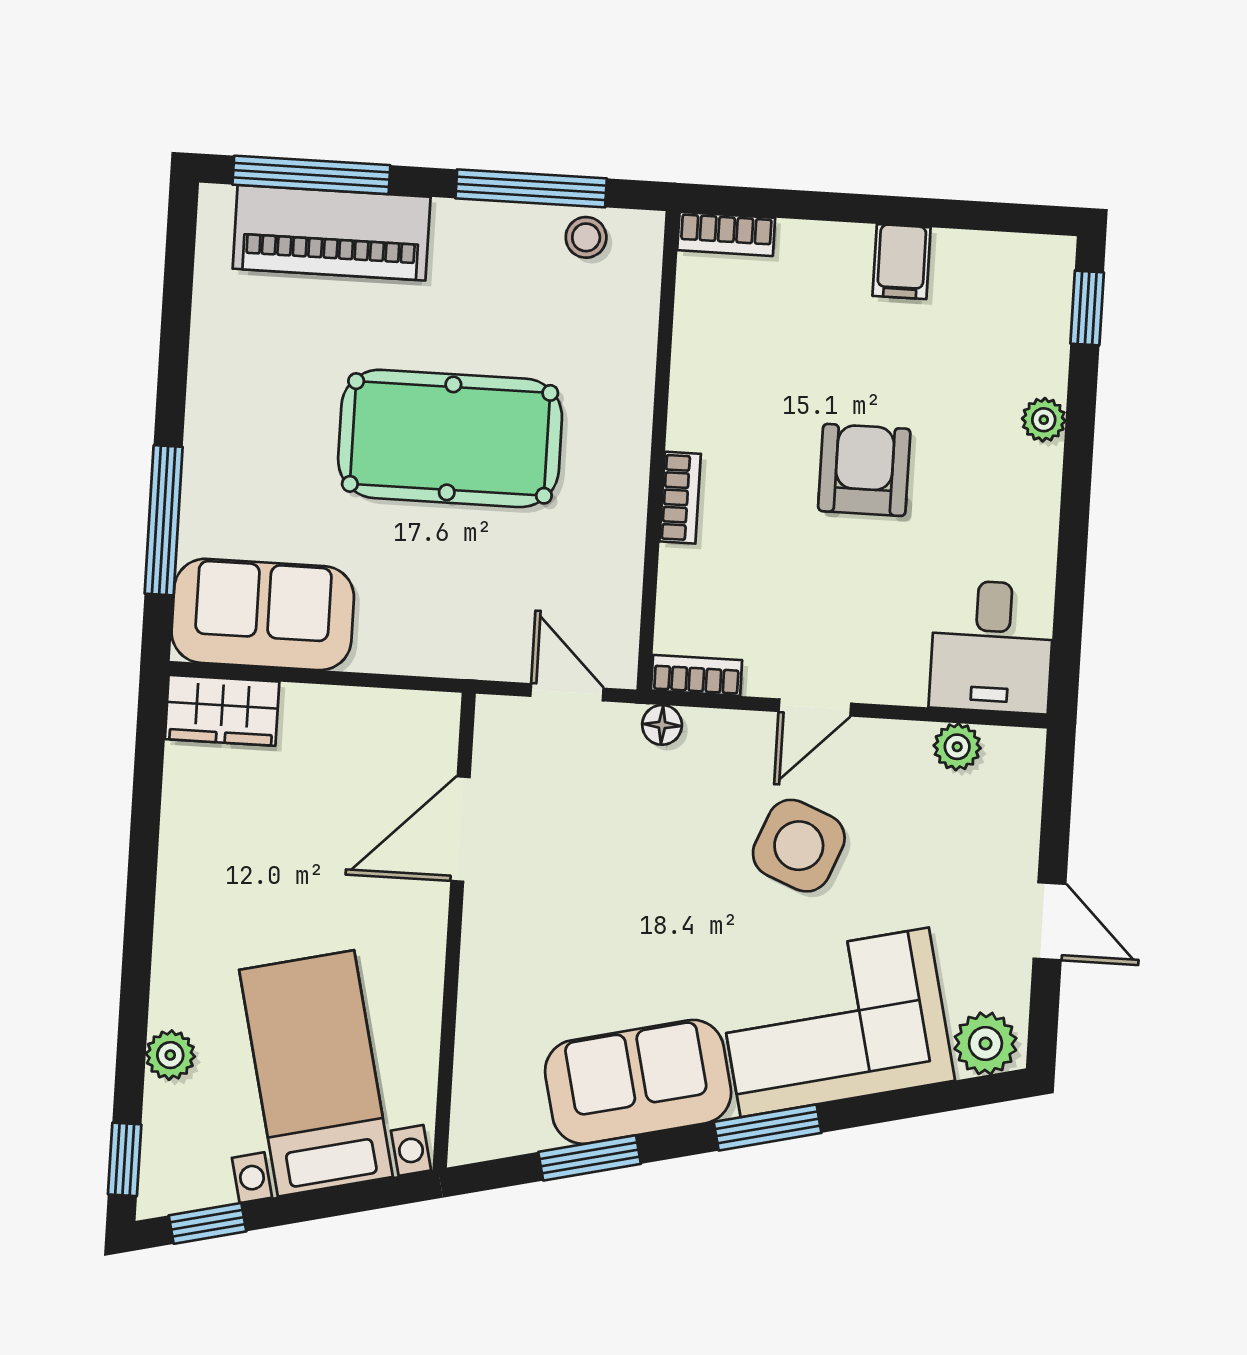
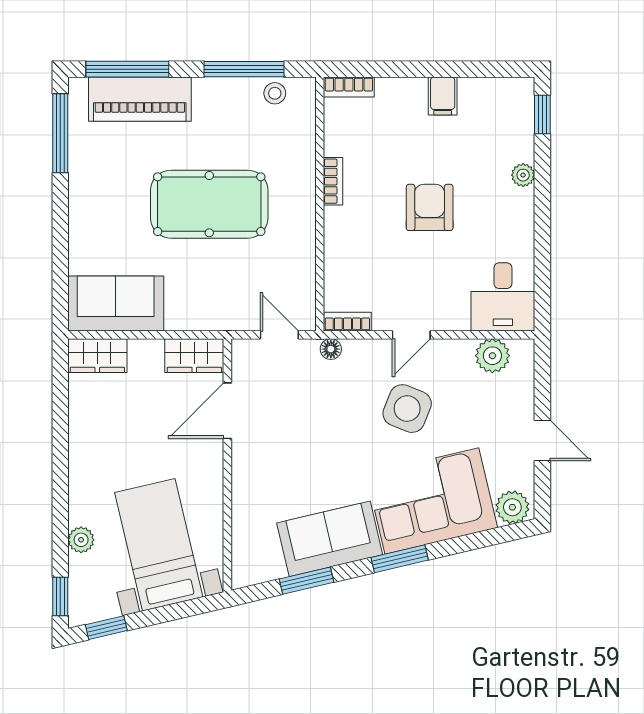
bookcase: (680, 498) -> (333, 181), moved
window: (164, 520) -> (60, 133), moved
wardrobe: (405, 722) -> (194, 356), added
plant: (957, 747) -> (492, 356), width x1.38, depth x1.38

